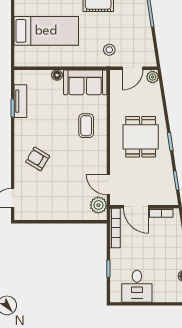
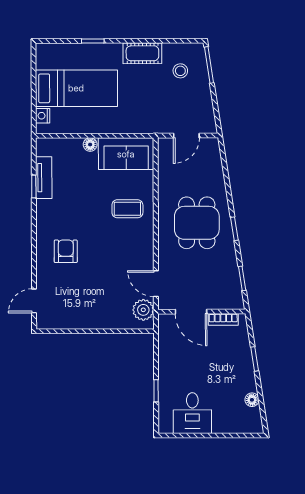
stool: (109, 50) -> (180, 71), moved
nightstand: (20, 52) -> (43, 116), added
plant: (153, 77) -> (212, 147), removed
coffee table: (86, 126) -> (127, 209), turned 90
armchair: (38, 159) -> (66, 251), turned 59
bookcase: (115, 228) -> (164, 339), removed

